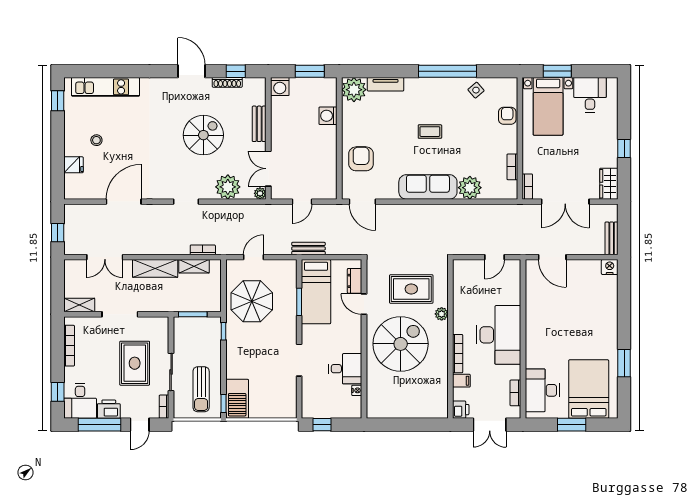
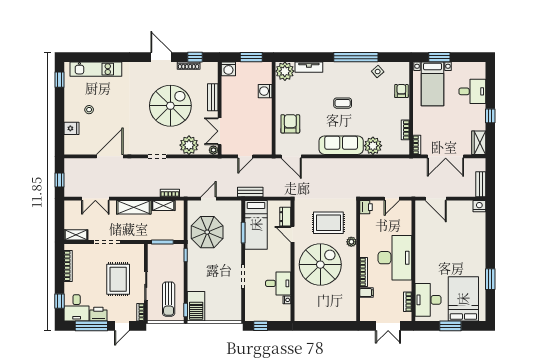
desk: (590, 95) -> (472, 91), moved, turned 90
spiral stairs: (203, 135) -> (170, 106), width x1.37, depth x1.37
printer: (461, 410) -> (366, 207), moved

